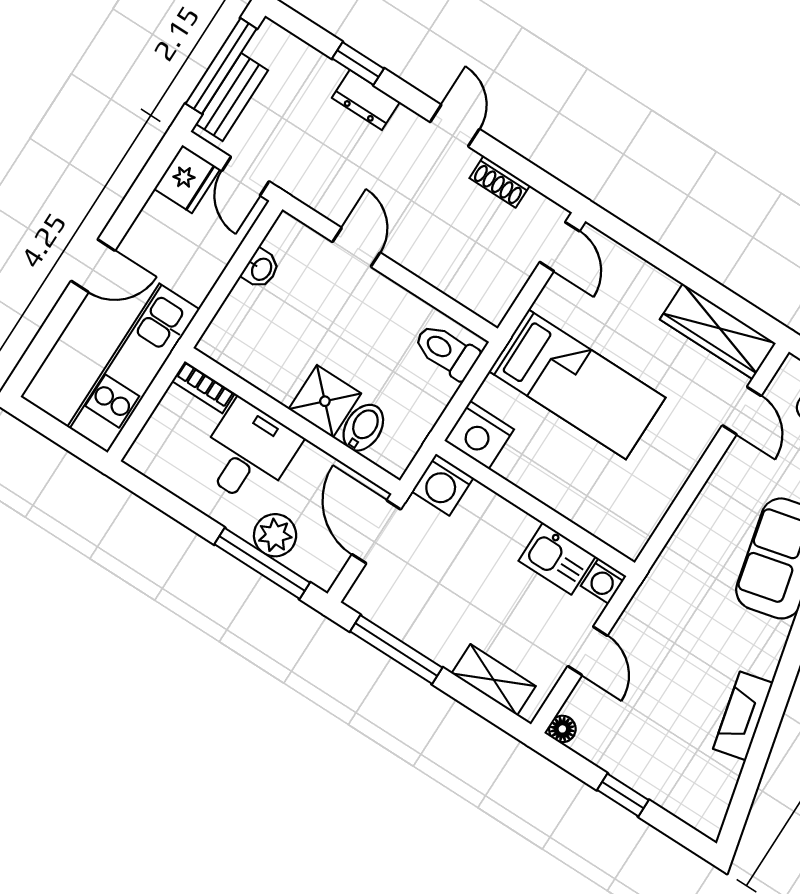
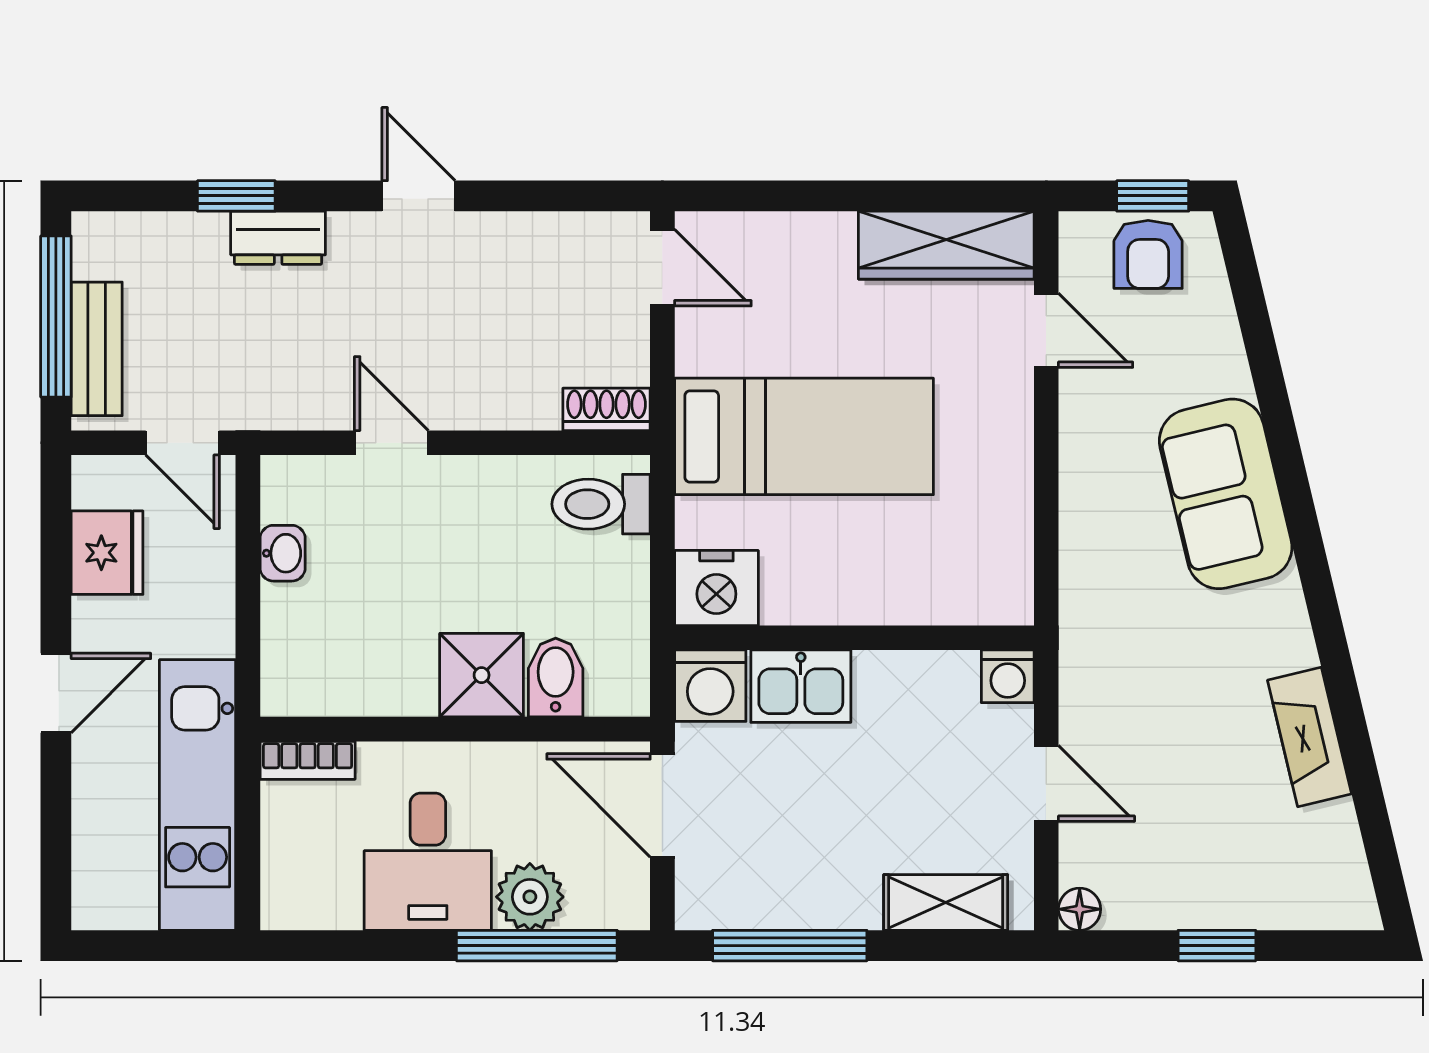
fridge: (187, 179) -> (107, 553), moved
shoe rack: (500, 182) -> (607, 409), moved, turned 180
desk: (248, 453) -> (428, 862), moved, turned 180
kitchen sink: (557, 559) -> (801, 686), moved

